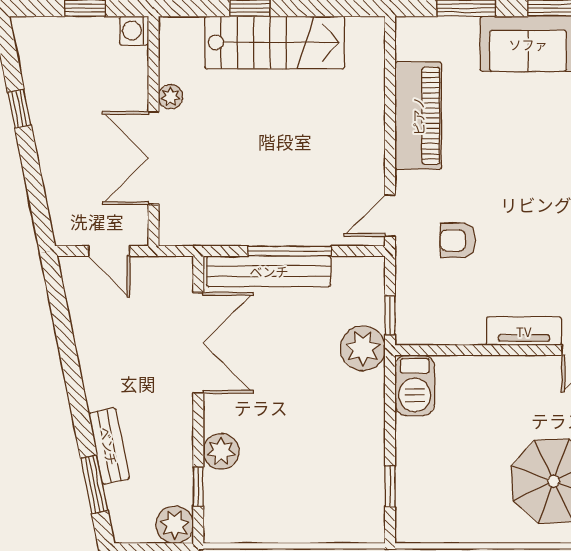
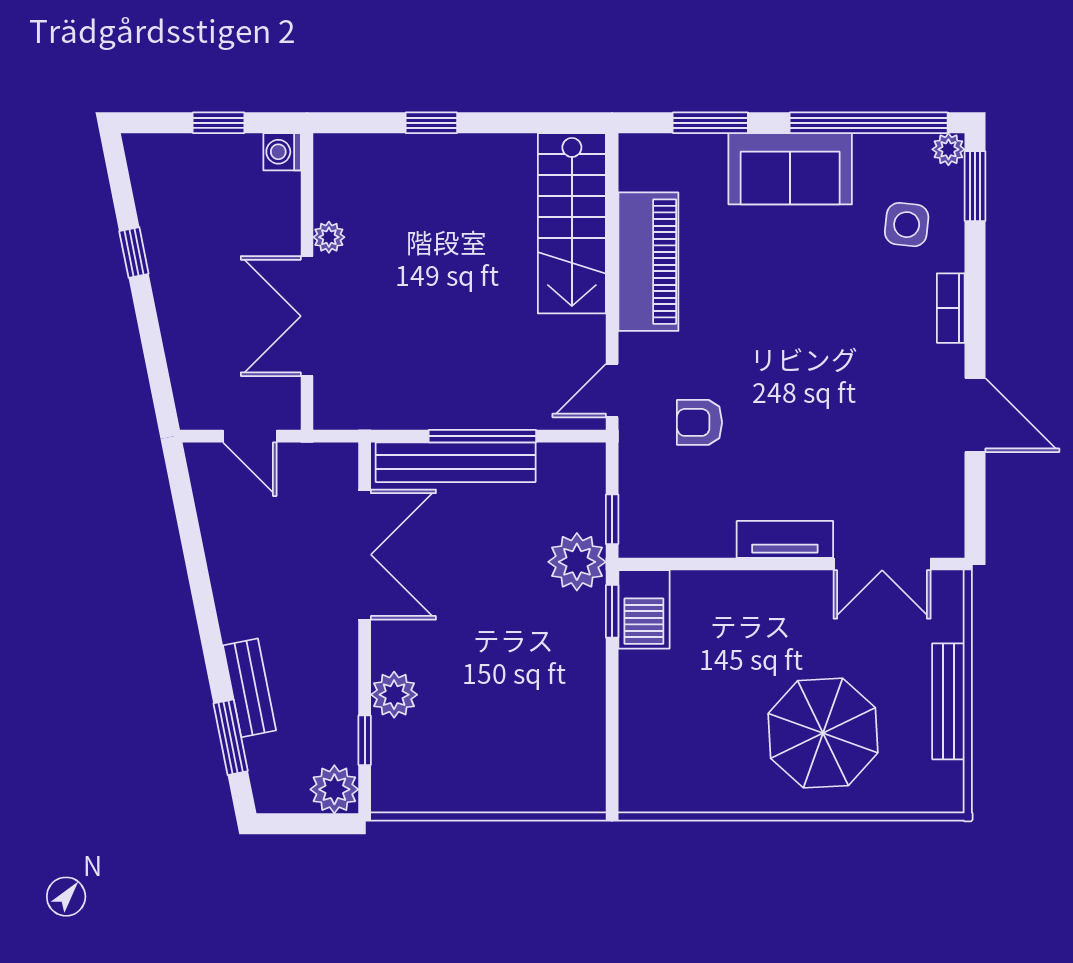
stairs: (275, 42) -> (572, 223), moved, turned 90
window: (390, 486) -> (612, 611), moved

